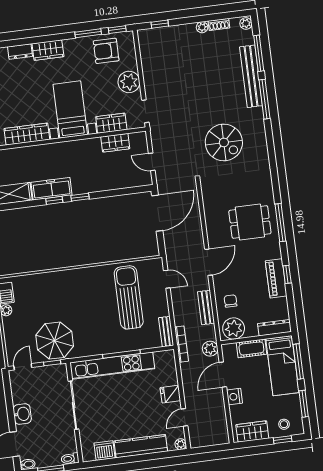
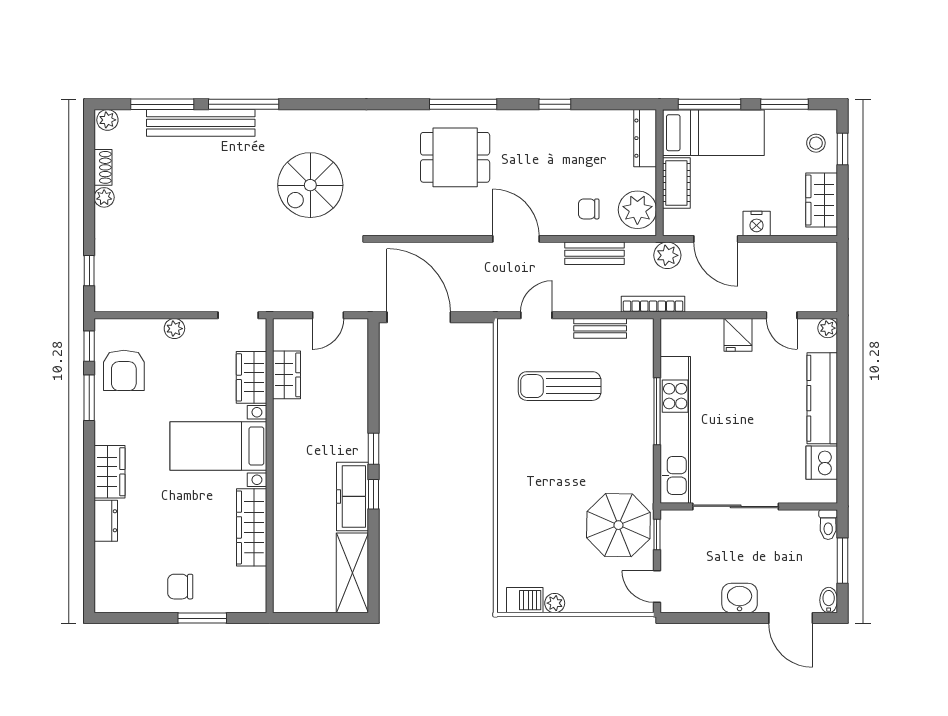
plant: (129, 82) -> (174, 329), width x0.53, depth x0.53
spiral stairs: (224, 142) -> (310, 185), turned 180
dining table: (250, 222) -> (455, 157), turned 90
piano: (276, 278) -> (559, 124), removed
sun lounger: (129, 297) -> (560, 386), width x0.73, depth x0.75
bench: (166, 332) -> (600, 328), moved

